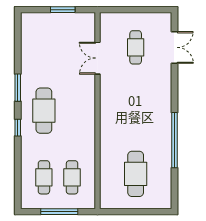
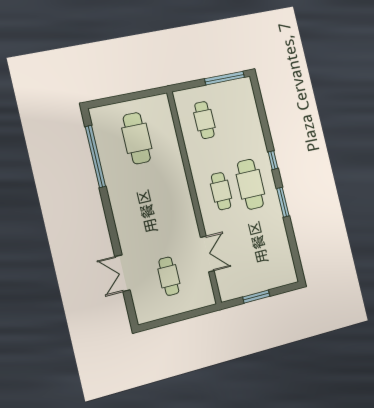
double door: (174, 47) -> (122, 273), moved
window: (174, 140) -> (95, 156), moved
cafe table: (44, 177) -> (221, 191), moved
window: (59, 212) -> (225, 78), moved

